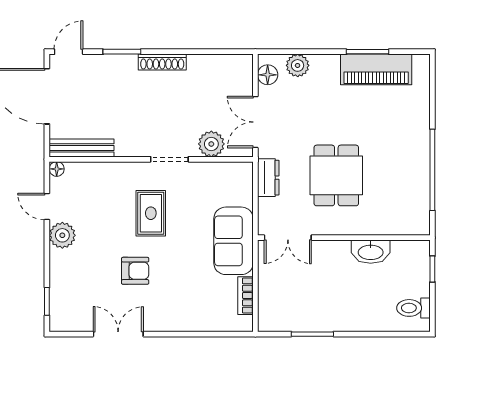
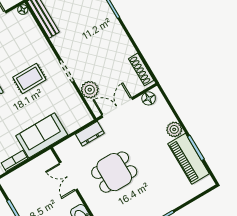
shoe rack: (162, 62) -> (141, 69), moved
plant: (298, 65) -> (174, 129), moved
double door: (288, 238) -> (68, 176), moved

